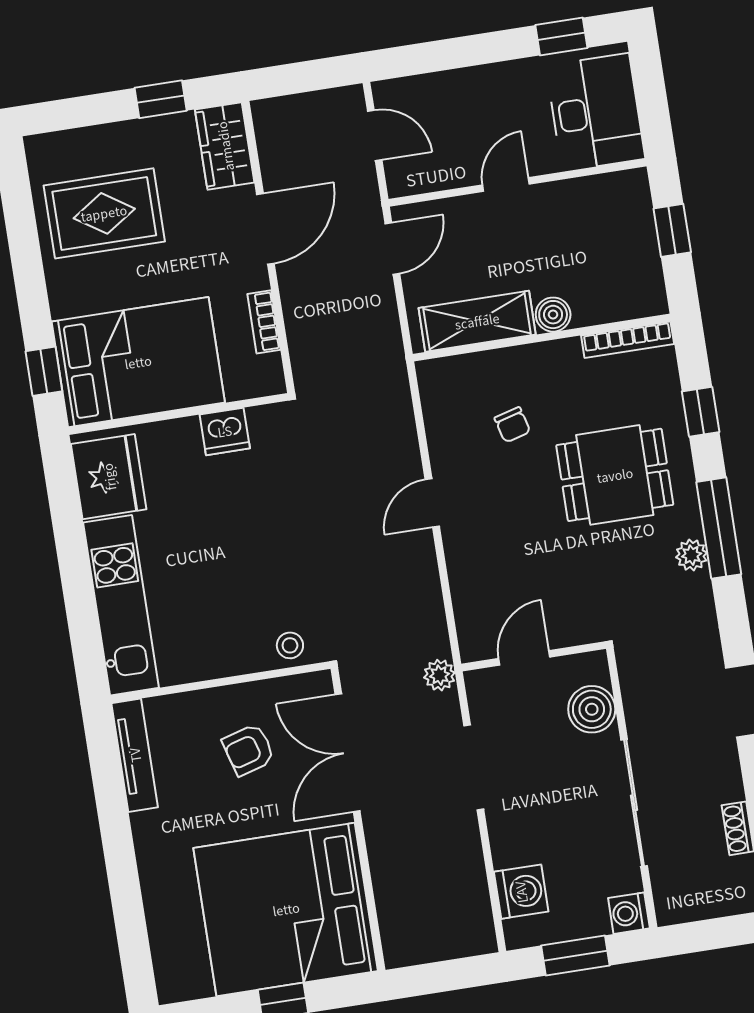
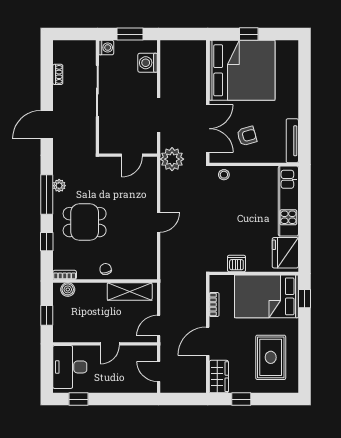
rug: (104, 213) -> (271, 357), turned 90
boiler: (553, 315) -> (68, 289), moved
bookcase: (628, 340) -> (65, 275), width x0.64
chair: (512, 425) -> (106, 269), moved
plant: (439, 675) -> (172, 159), width x1.87, depth x1.87
boiler: (592, 709) -> (108, 131), removed

